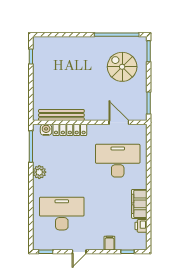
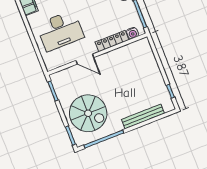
spiral stairs: (122, 67) -> (88, 113), width x1.37, depth x1.37
bench: (61, 115) -> (143, 116), moved
door: (119, 122) -> (85, 59), moved

